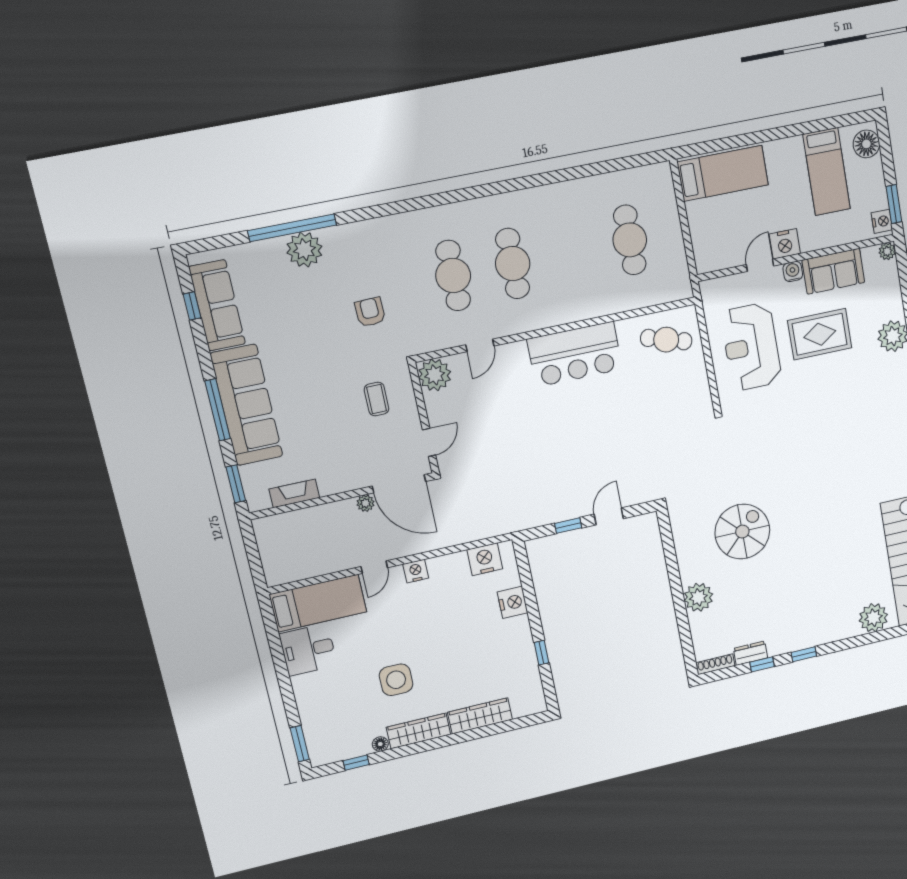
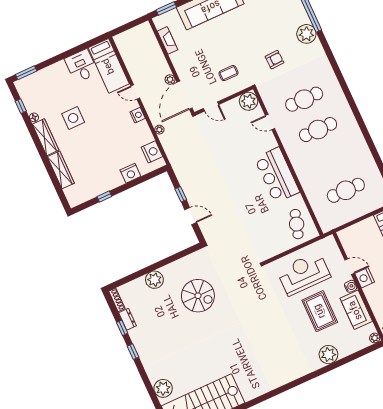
plant: (304, 250) -> (306, 34), moved
plant: (449, 539) -> (159, 130), added

